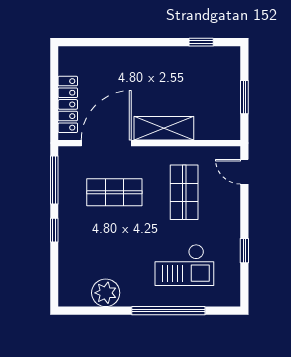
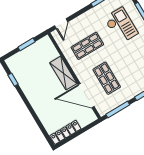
locker: (68, 104) -> (65, 132), moved

